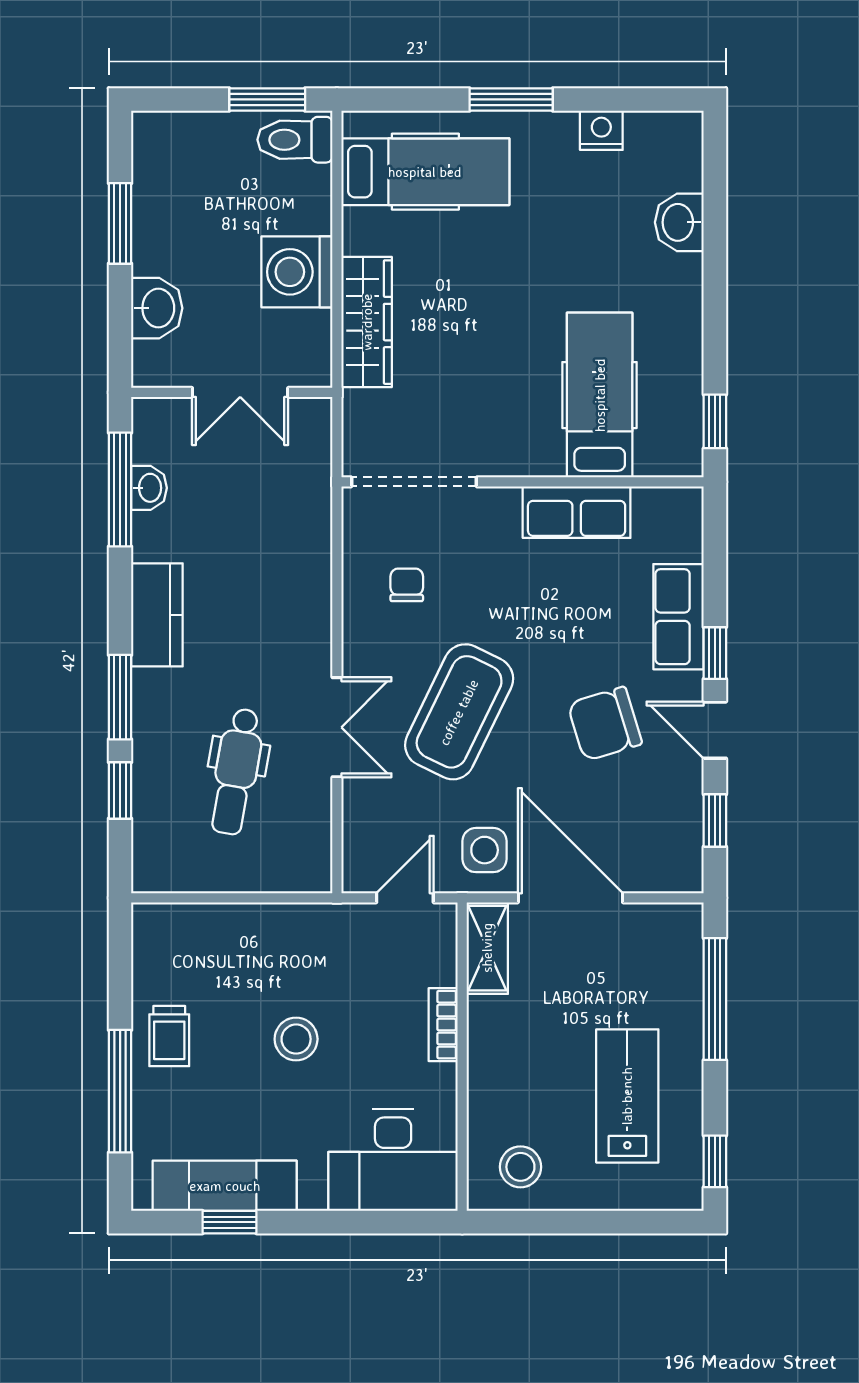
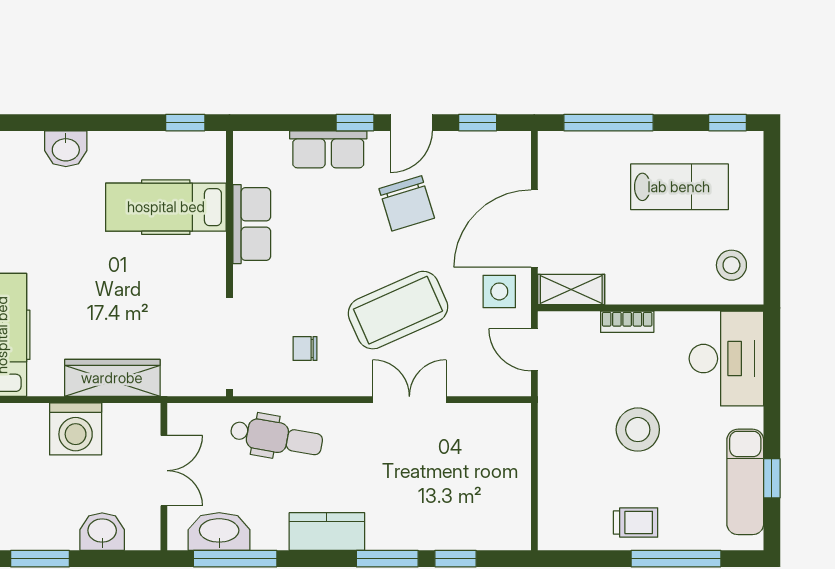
washbasin: (679, 222) -> (66, 149), moved
washbasin: (149, 488) -> (219, 532), width x1.91, depth x1.45
coffee table: (459, 712) -> (398, 310), turned -50
dental chair: (236, 771) -> (276, 437), moved
stool: (296, 1039) -> (638, 430), width x1.38, depth x1.38
lab bench: (627, 1096) -> (679, 187), turned 180

